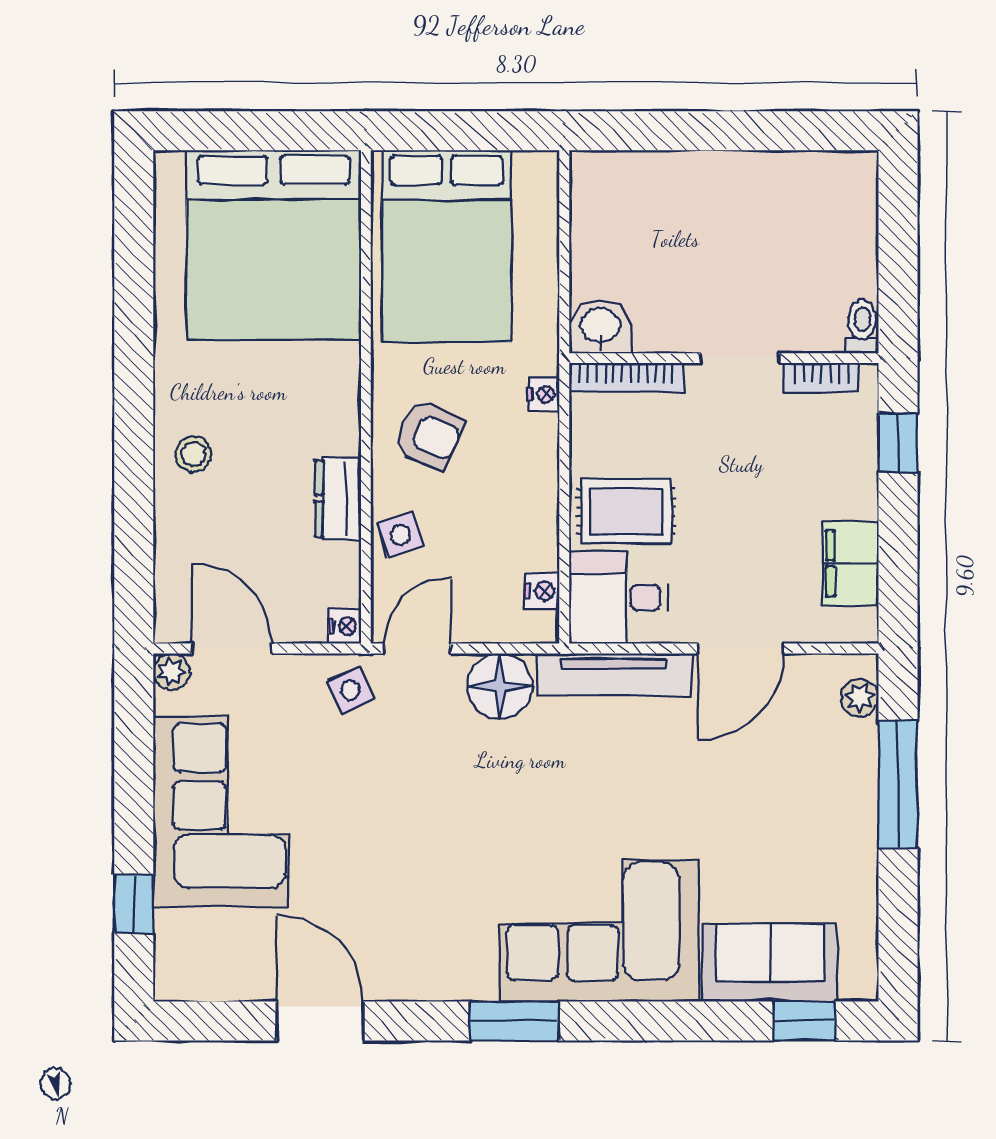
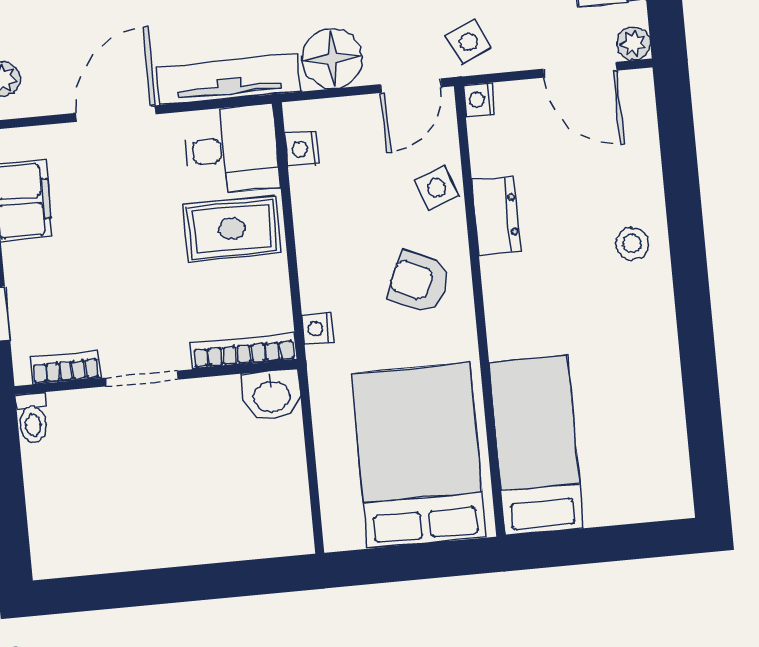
bed: (274, 245) -> (536, 445), width x0.49

